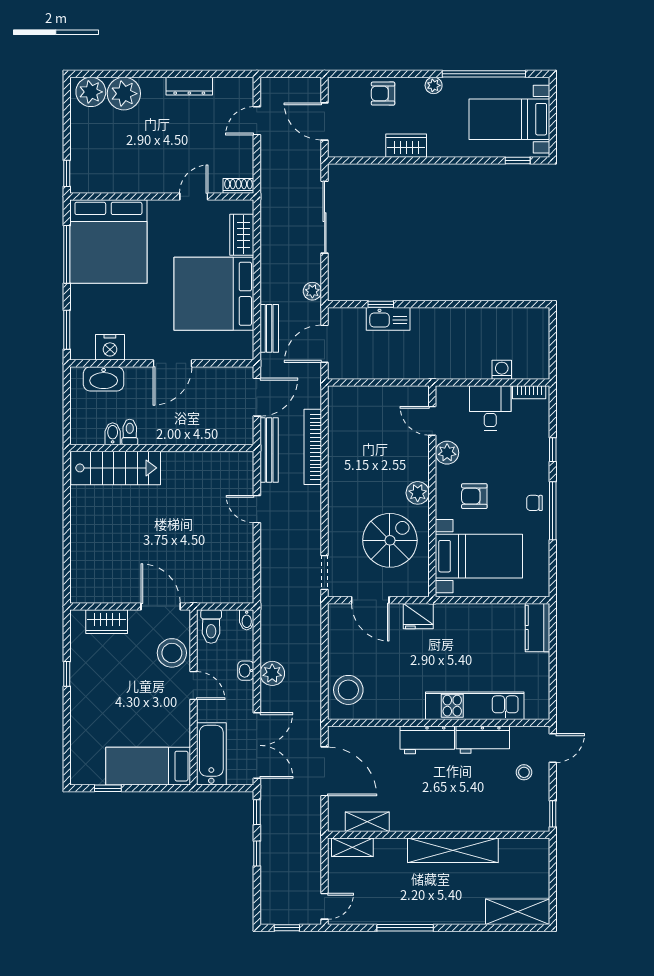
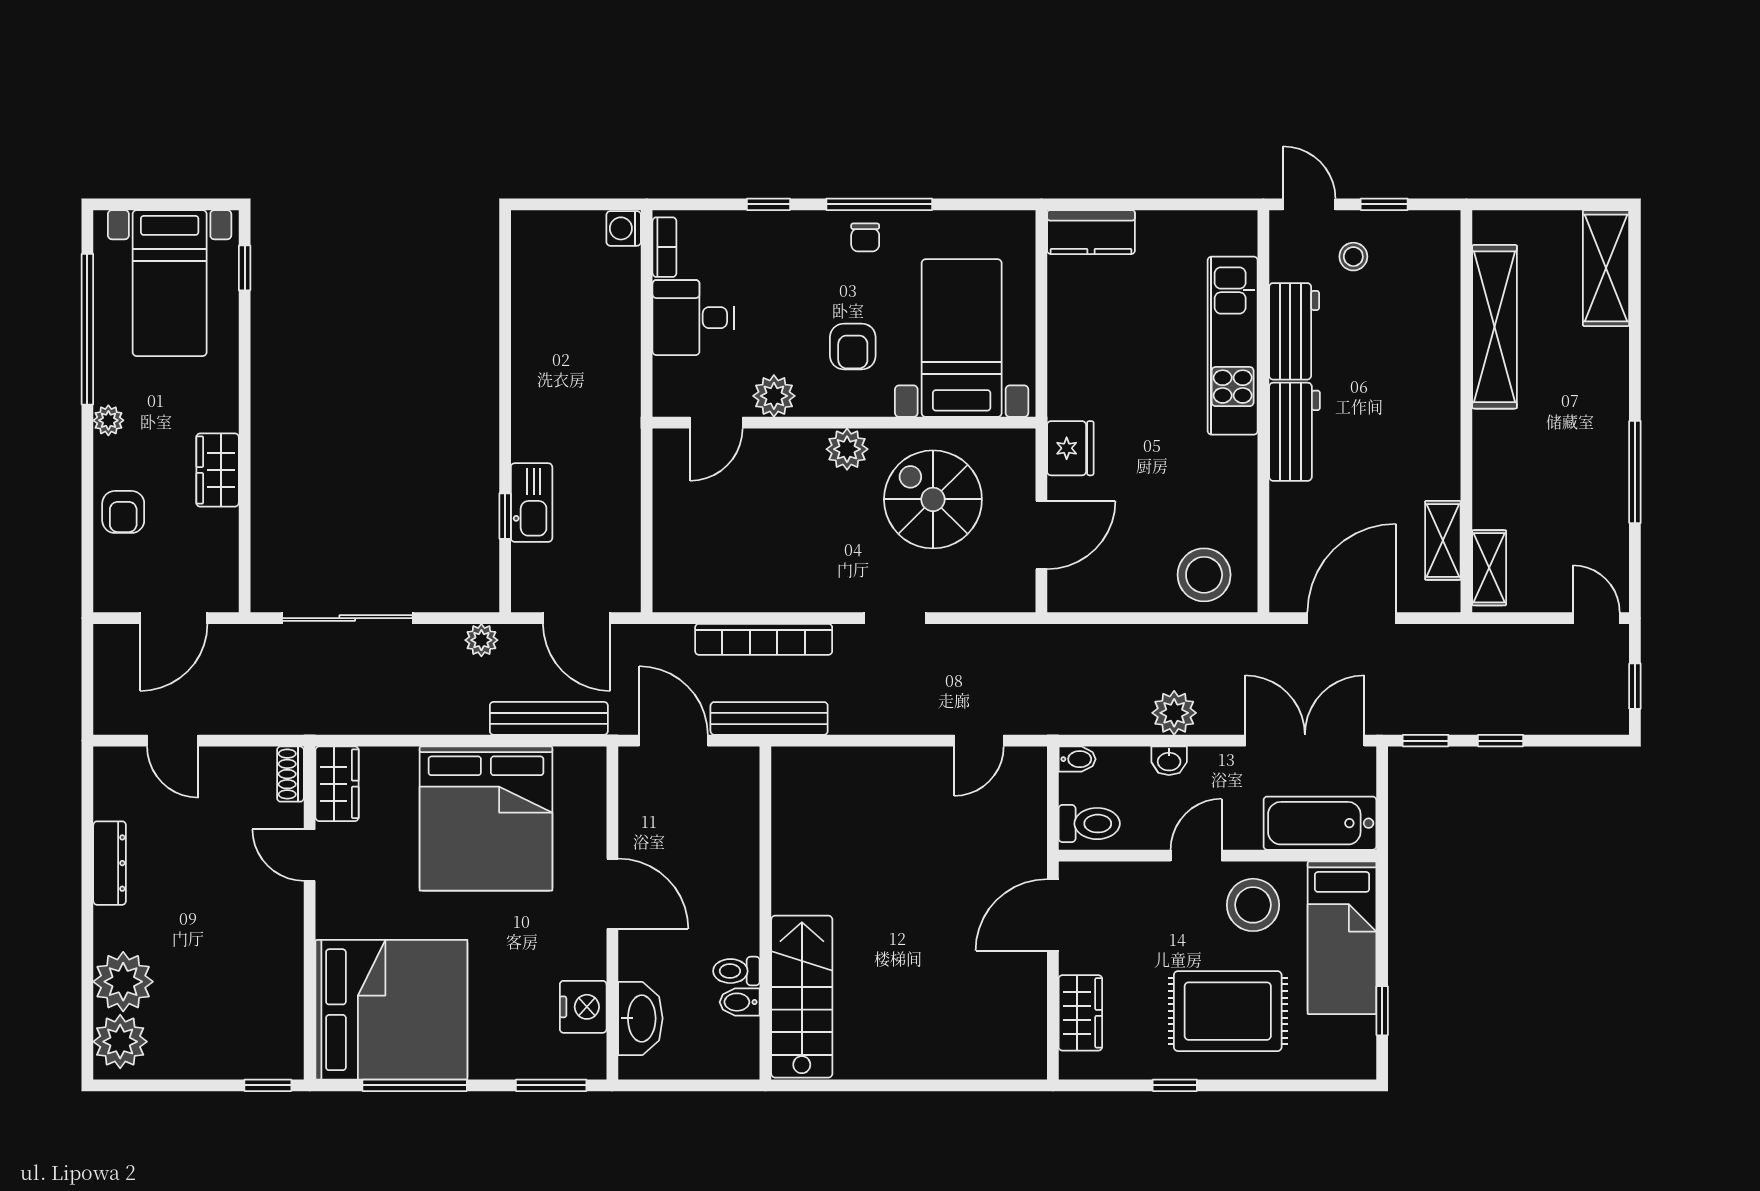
wardrobe: (242, 235) -> (337, 784), moved, turned -90
bench: (269, 328) -> (549, 718), width x1.36
washing machine: (502, 370) -> (624, 228), moved
door: (257, 509) -> (979, 741), moved
doorway: (325, 572) -> (895, 618), moved
stool: (172, 653) -> (1253, 905), moved
rug: (108, 703) -> (1228, 1011), added
window: (553, 814) -> (1384, 204), moved
shelving: (453, 850) -> (1495, 327), moved

